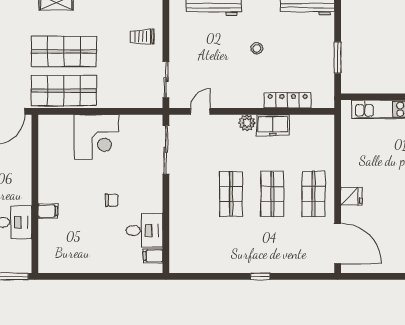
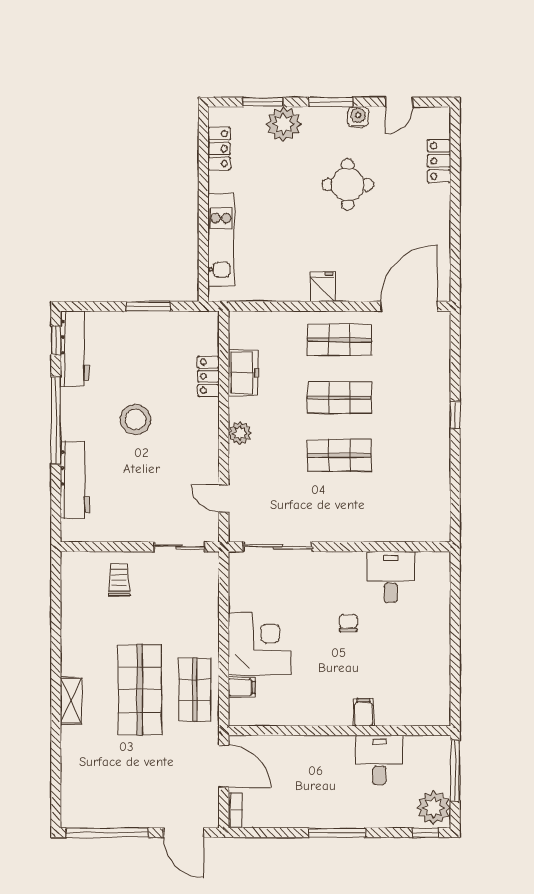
trolley: (142, 37) -> (119, 580), turned 180
stool: (257, 48) -> (135, 419), width x1.89, depth x1.89
shop shelf: (64, 91) -> (195, 690), width x0.70, depth x0.74
locker: (288, 100) -> (208, 376), width x0.66
freezer: (273, 125) -> (243, 373), moved
fridge: (351, 196) -> (322, 287), moved
filing cabinet: (153, 256) -> (242, 687), moved, turned -90

